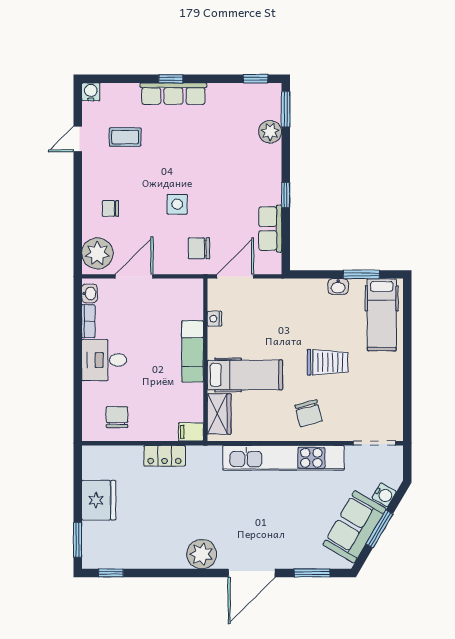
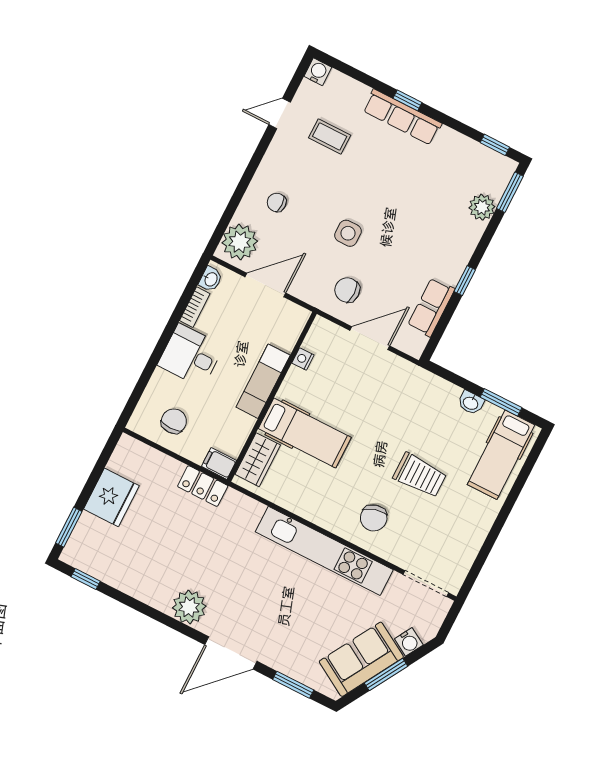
nightstand: (214, 319) -> (303, 359), moved
exam couch: (193, 351) -> (263, 381), moved
wall: (205, 360) -> (272, 397), moved
hospital bed: (245, 375) -> (305, 433), moved
wardrobe: (219, 414) -> (258, 460), moved
filing cabinet: (191, 432) -> (219, 463), moved

